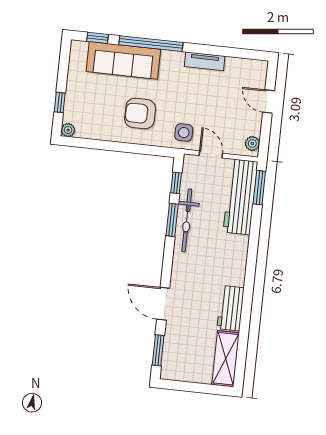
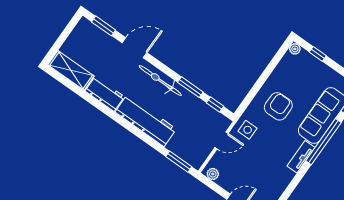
tv unit: (205, 61) -> (301, 157), moved
workbench: (240, 197) -> (146, 121), moved
bicycle: (187, 220) -> (160, 81), moved

